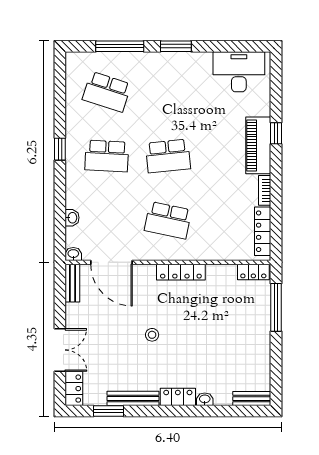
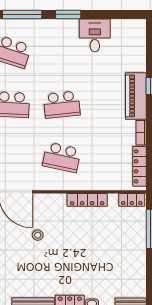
desk: (239, 72) -> (95, 35), moved, width x0.73
locker: (181, 272) -> (87, 200), moved
stool: (152, 335) -> (38, 235), moved

